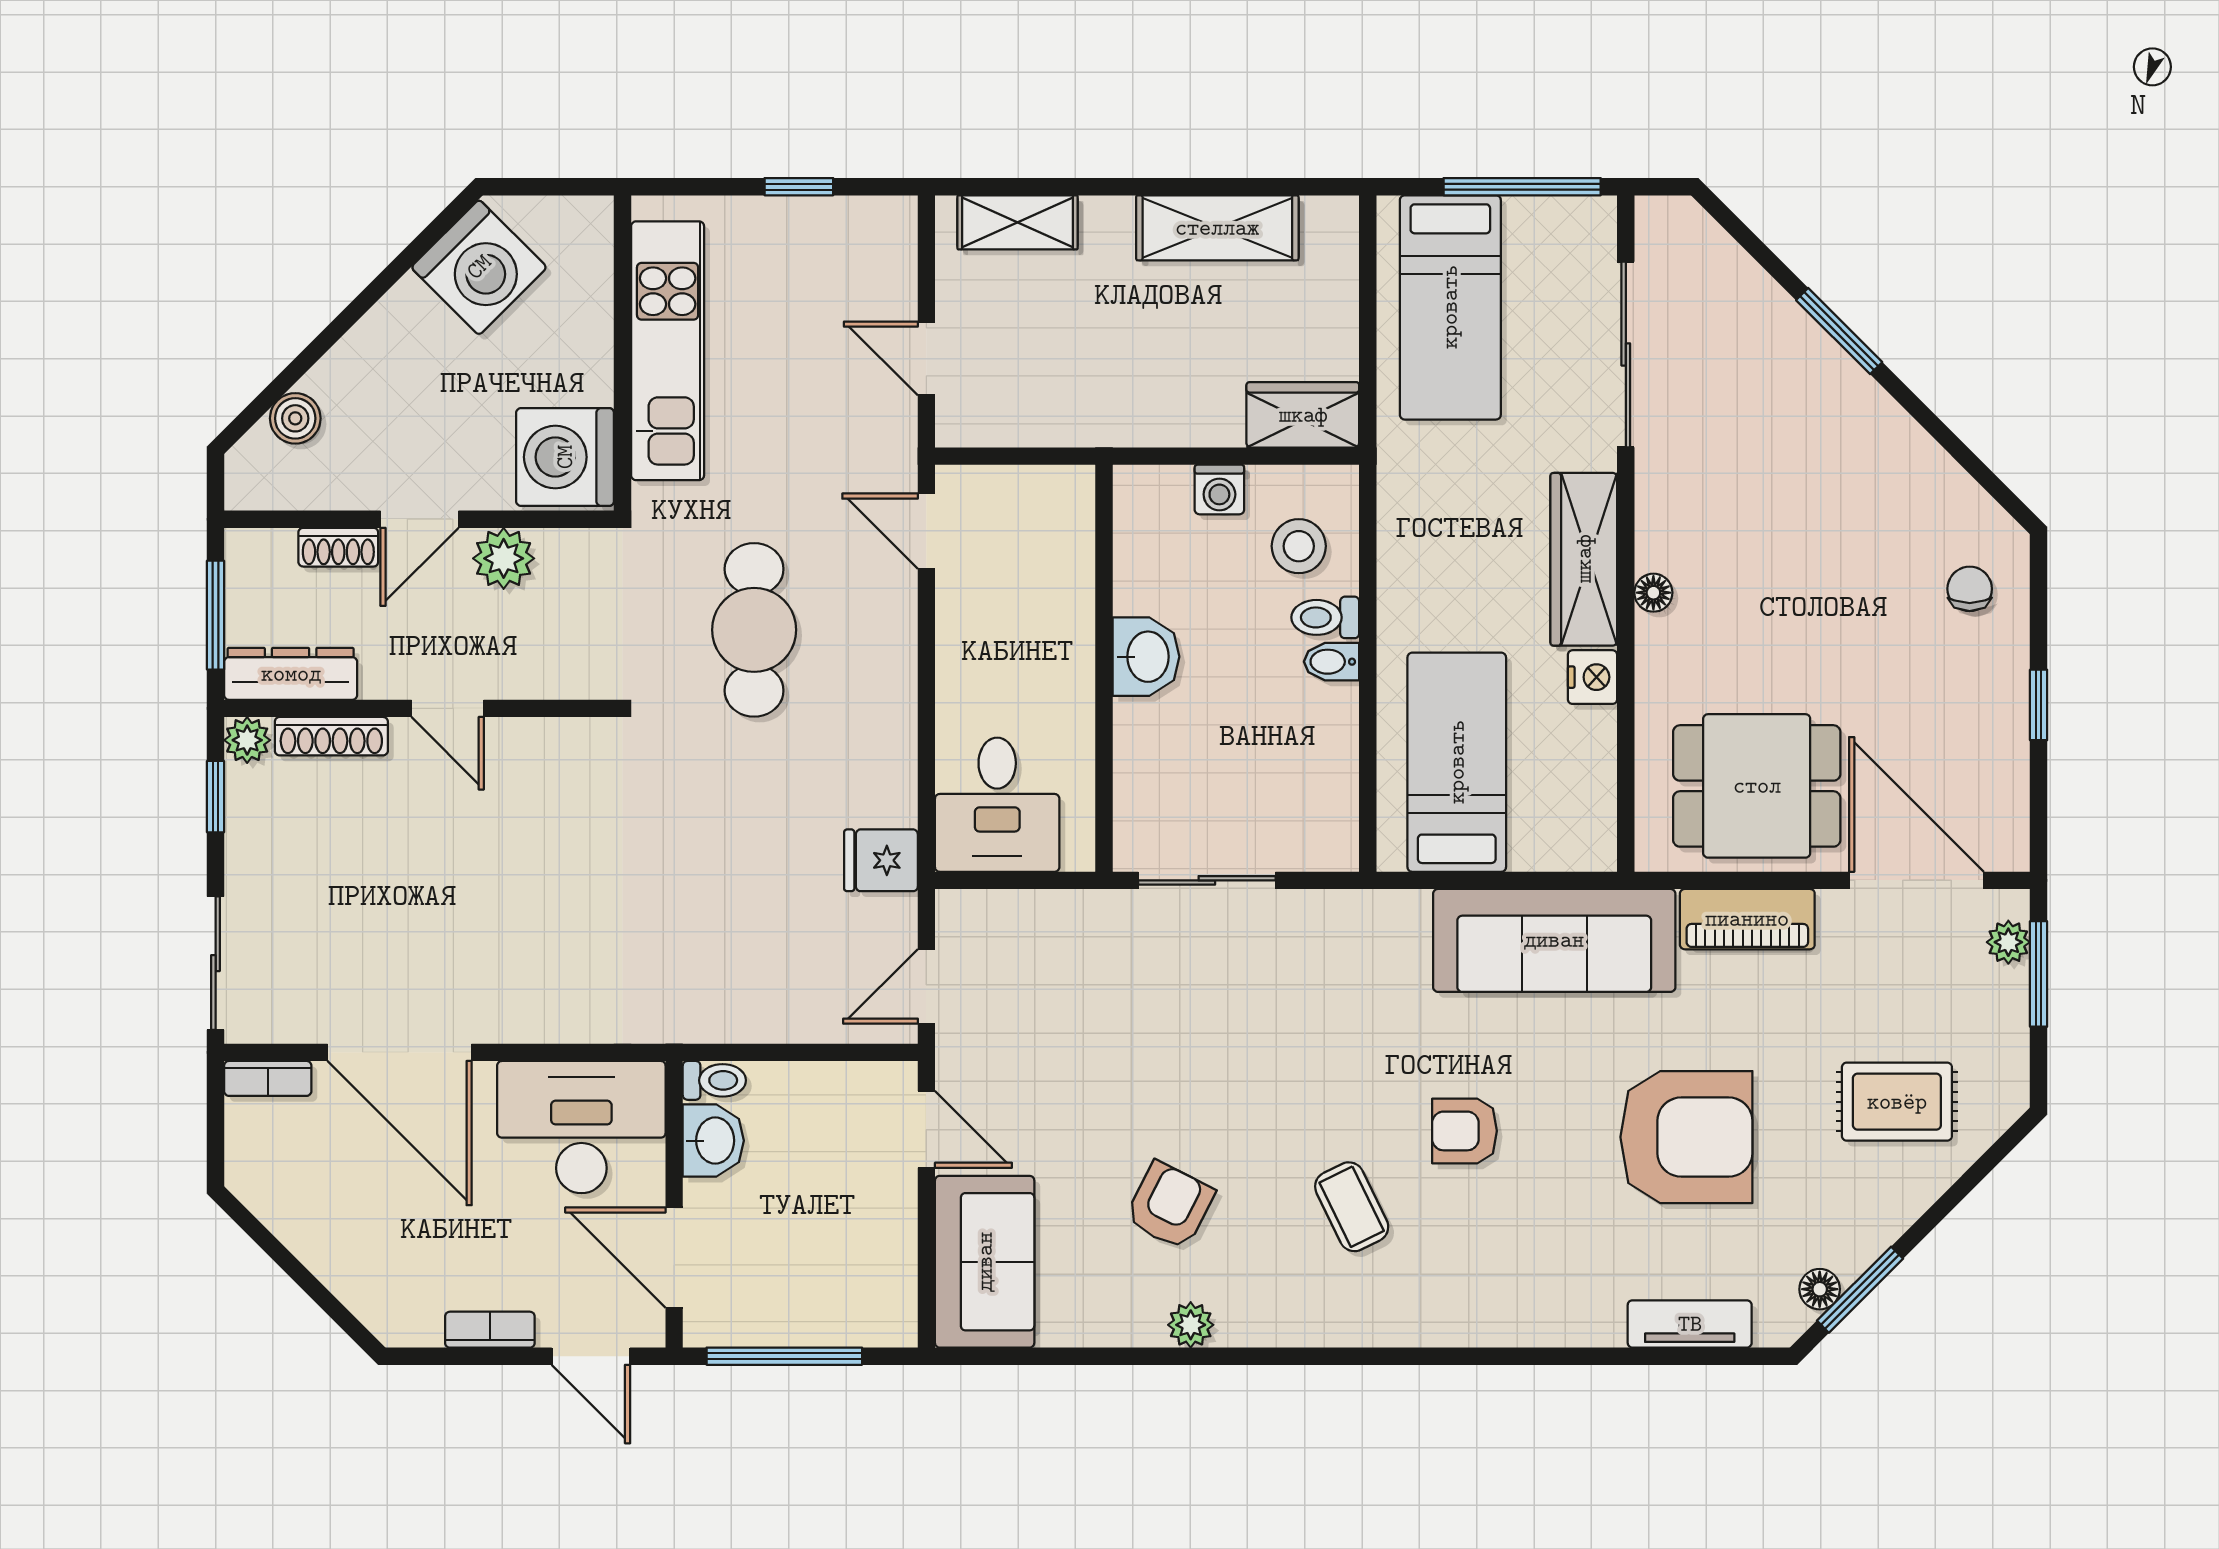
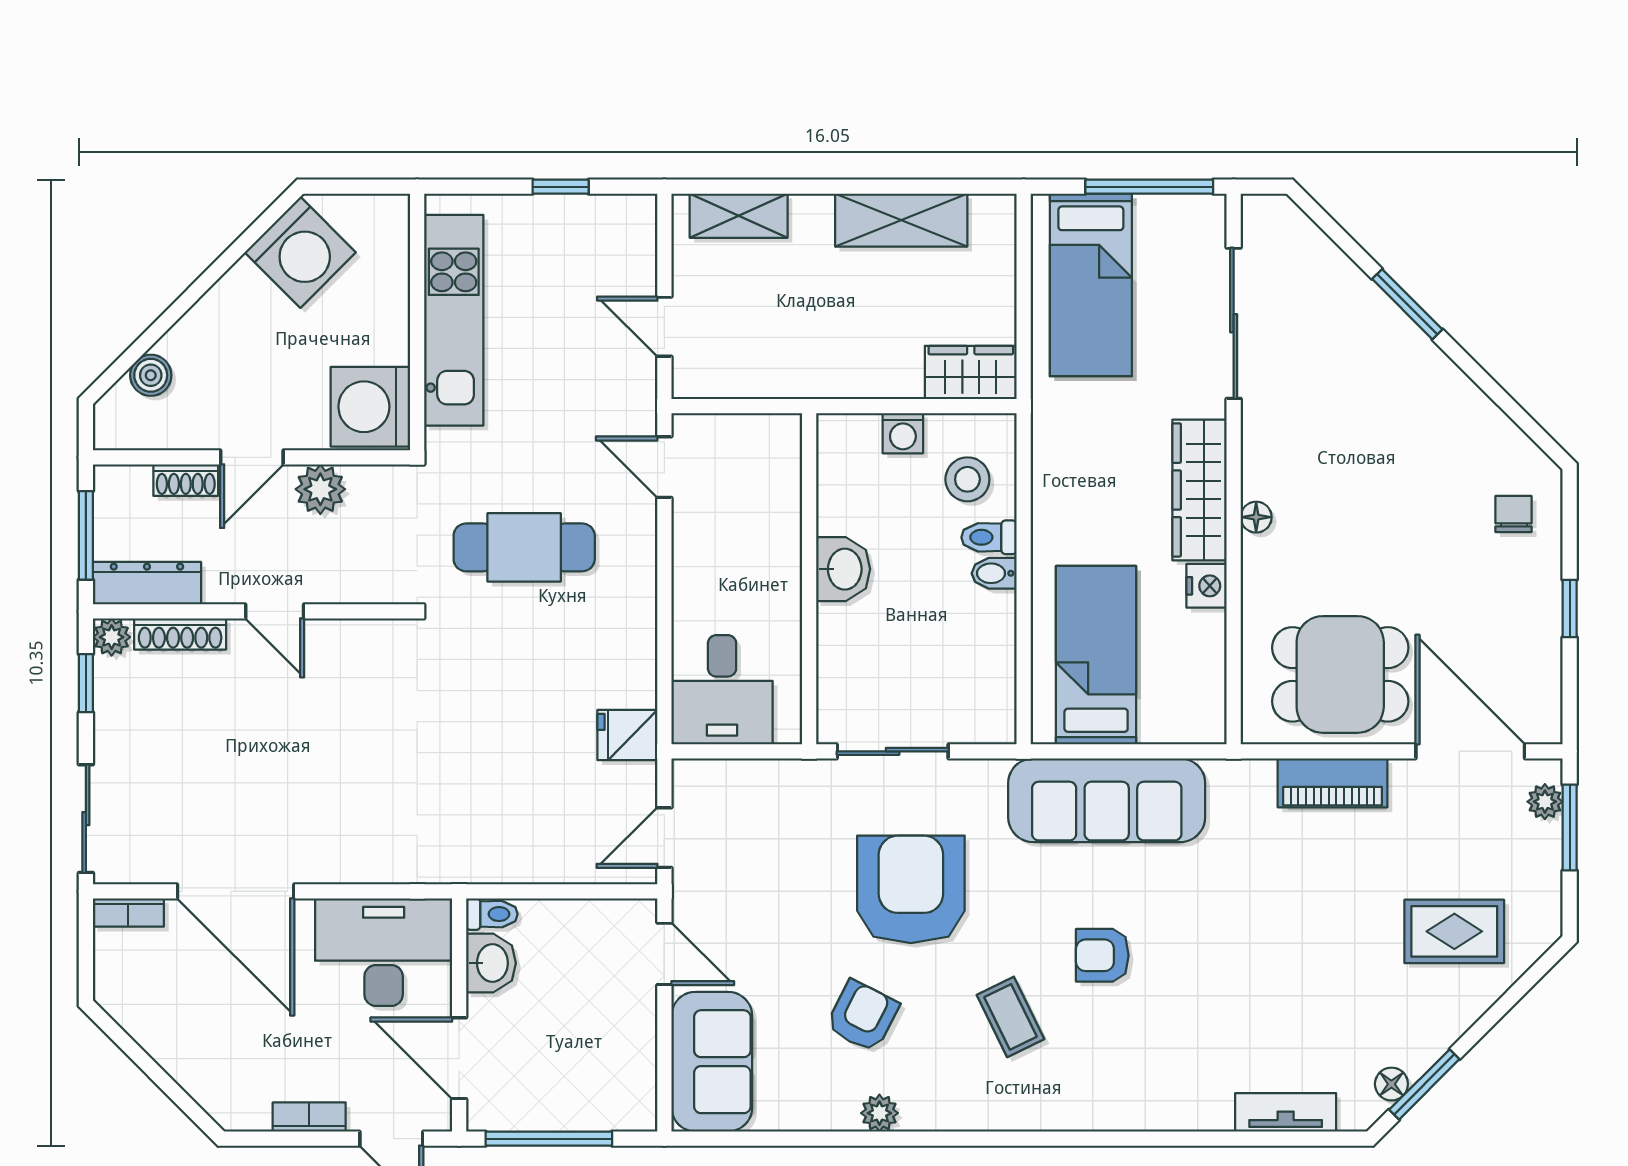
cafe table: (754, 630) -> (524, 547), turned 90
sofa: (1554, 940) -> (1107, 800), moved
armchair: (1686, 1137) -> (911, 889), moved, turned -90

